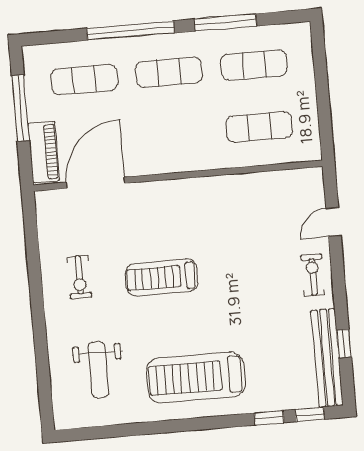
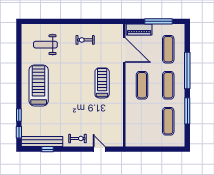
exercise mat: (259, 127) -> (142, 85), moved
treadmill: (162, 278) -> (102, 83), moved

